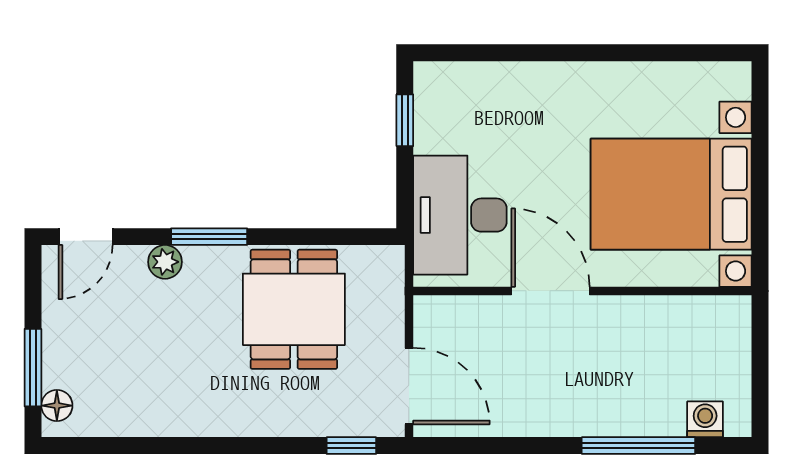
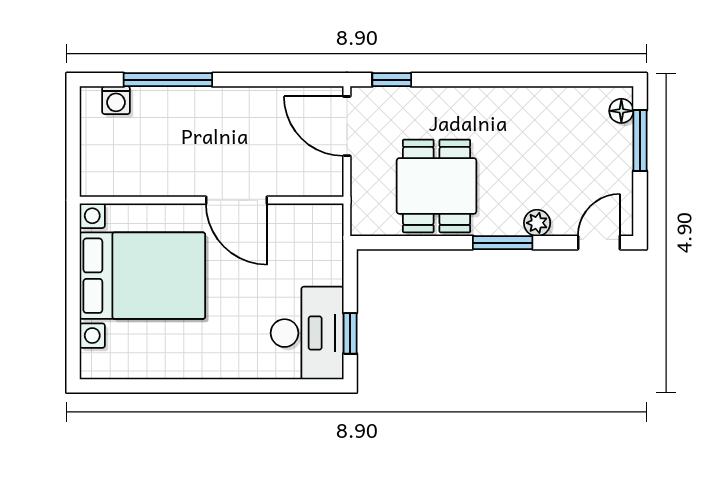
desk: (460, 215) -> (307, 333), moved

